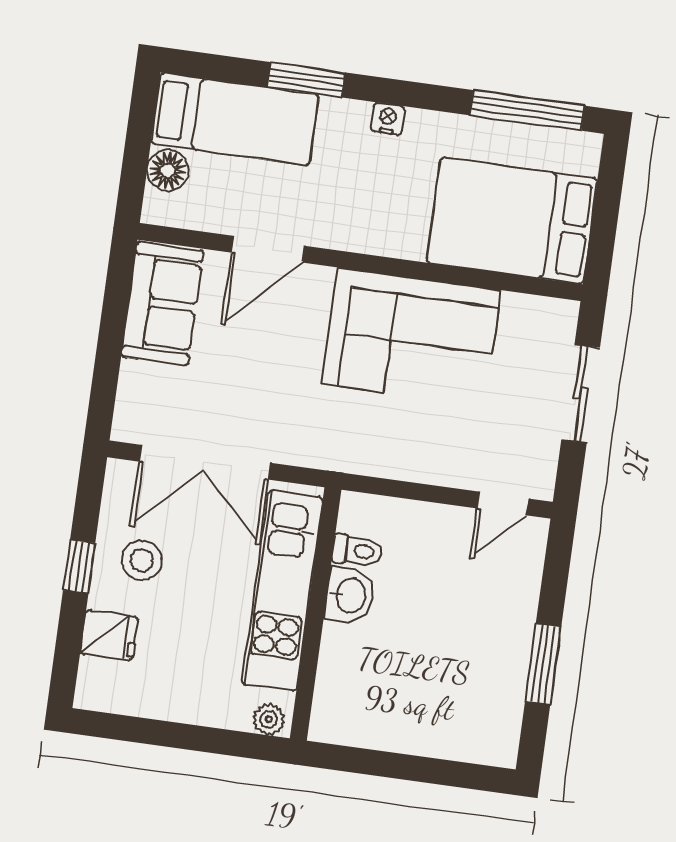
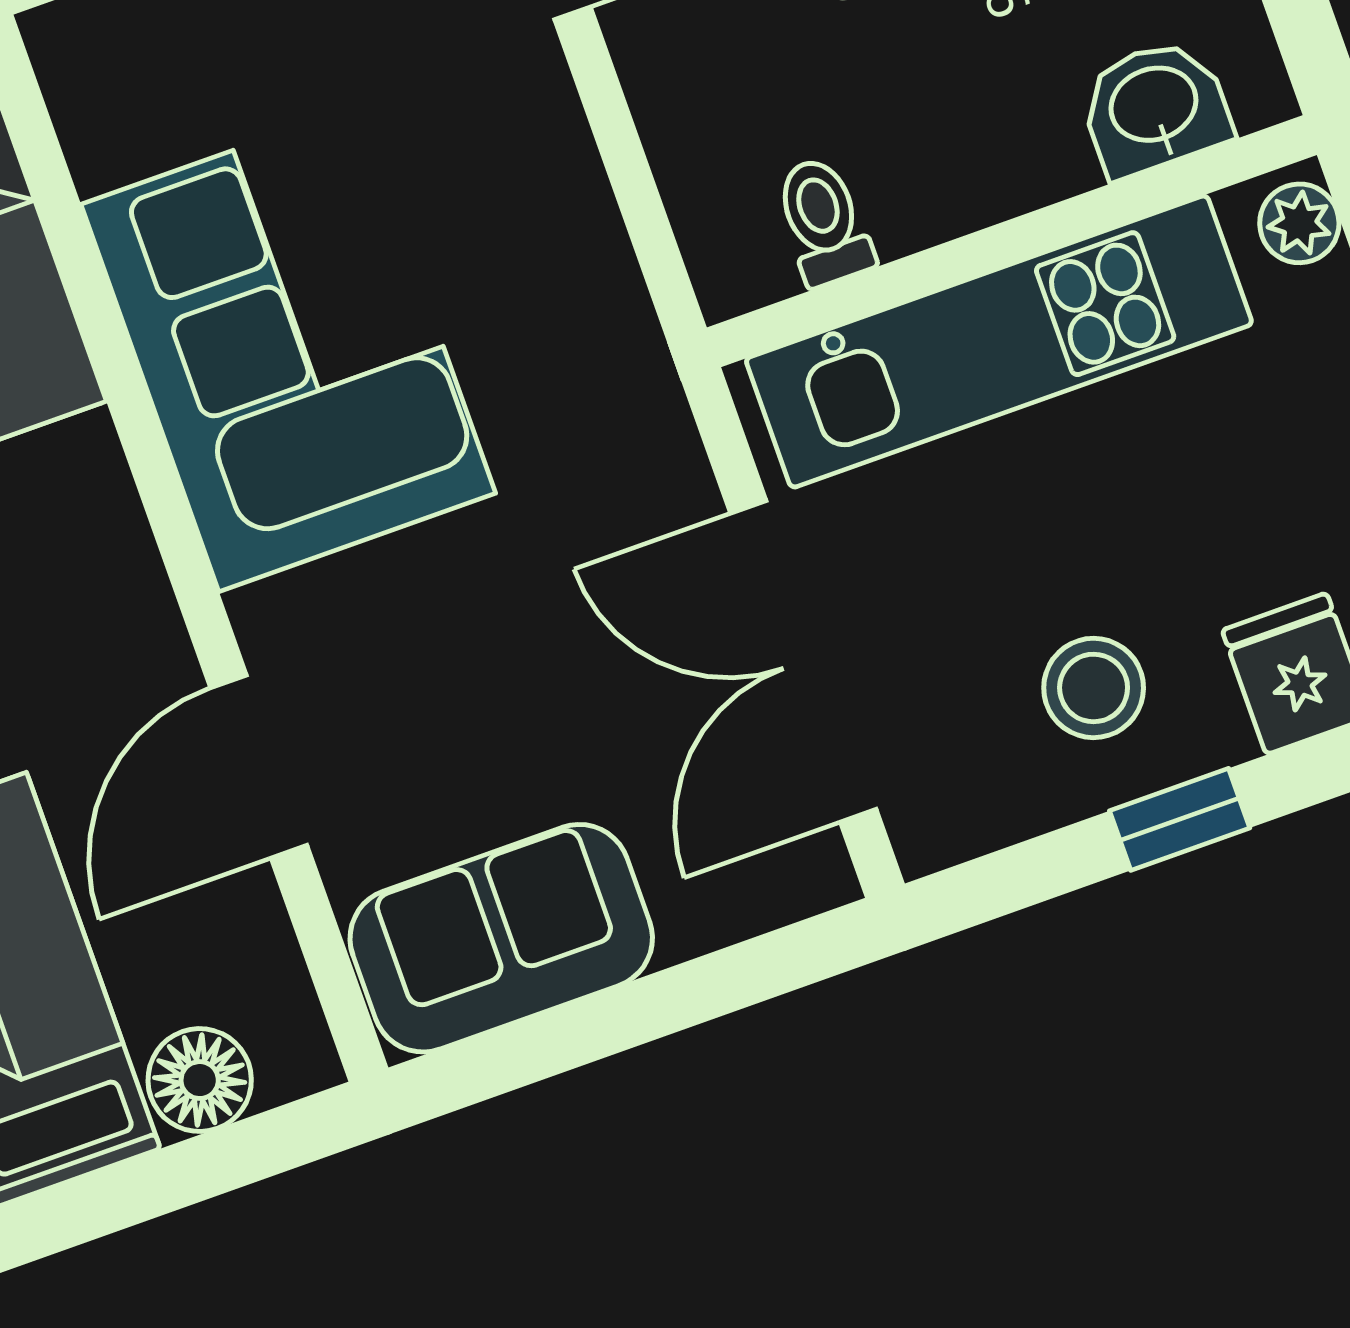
door: (268, 249) -> (259, 767), swing flipped
double door: (205, 462) -> (803, 661), swing flipped
washbasin: (350, 595) -> (1155, 107), moved

